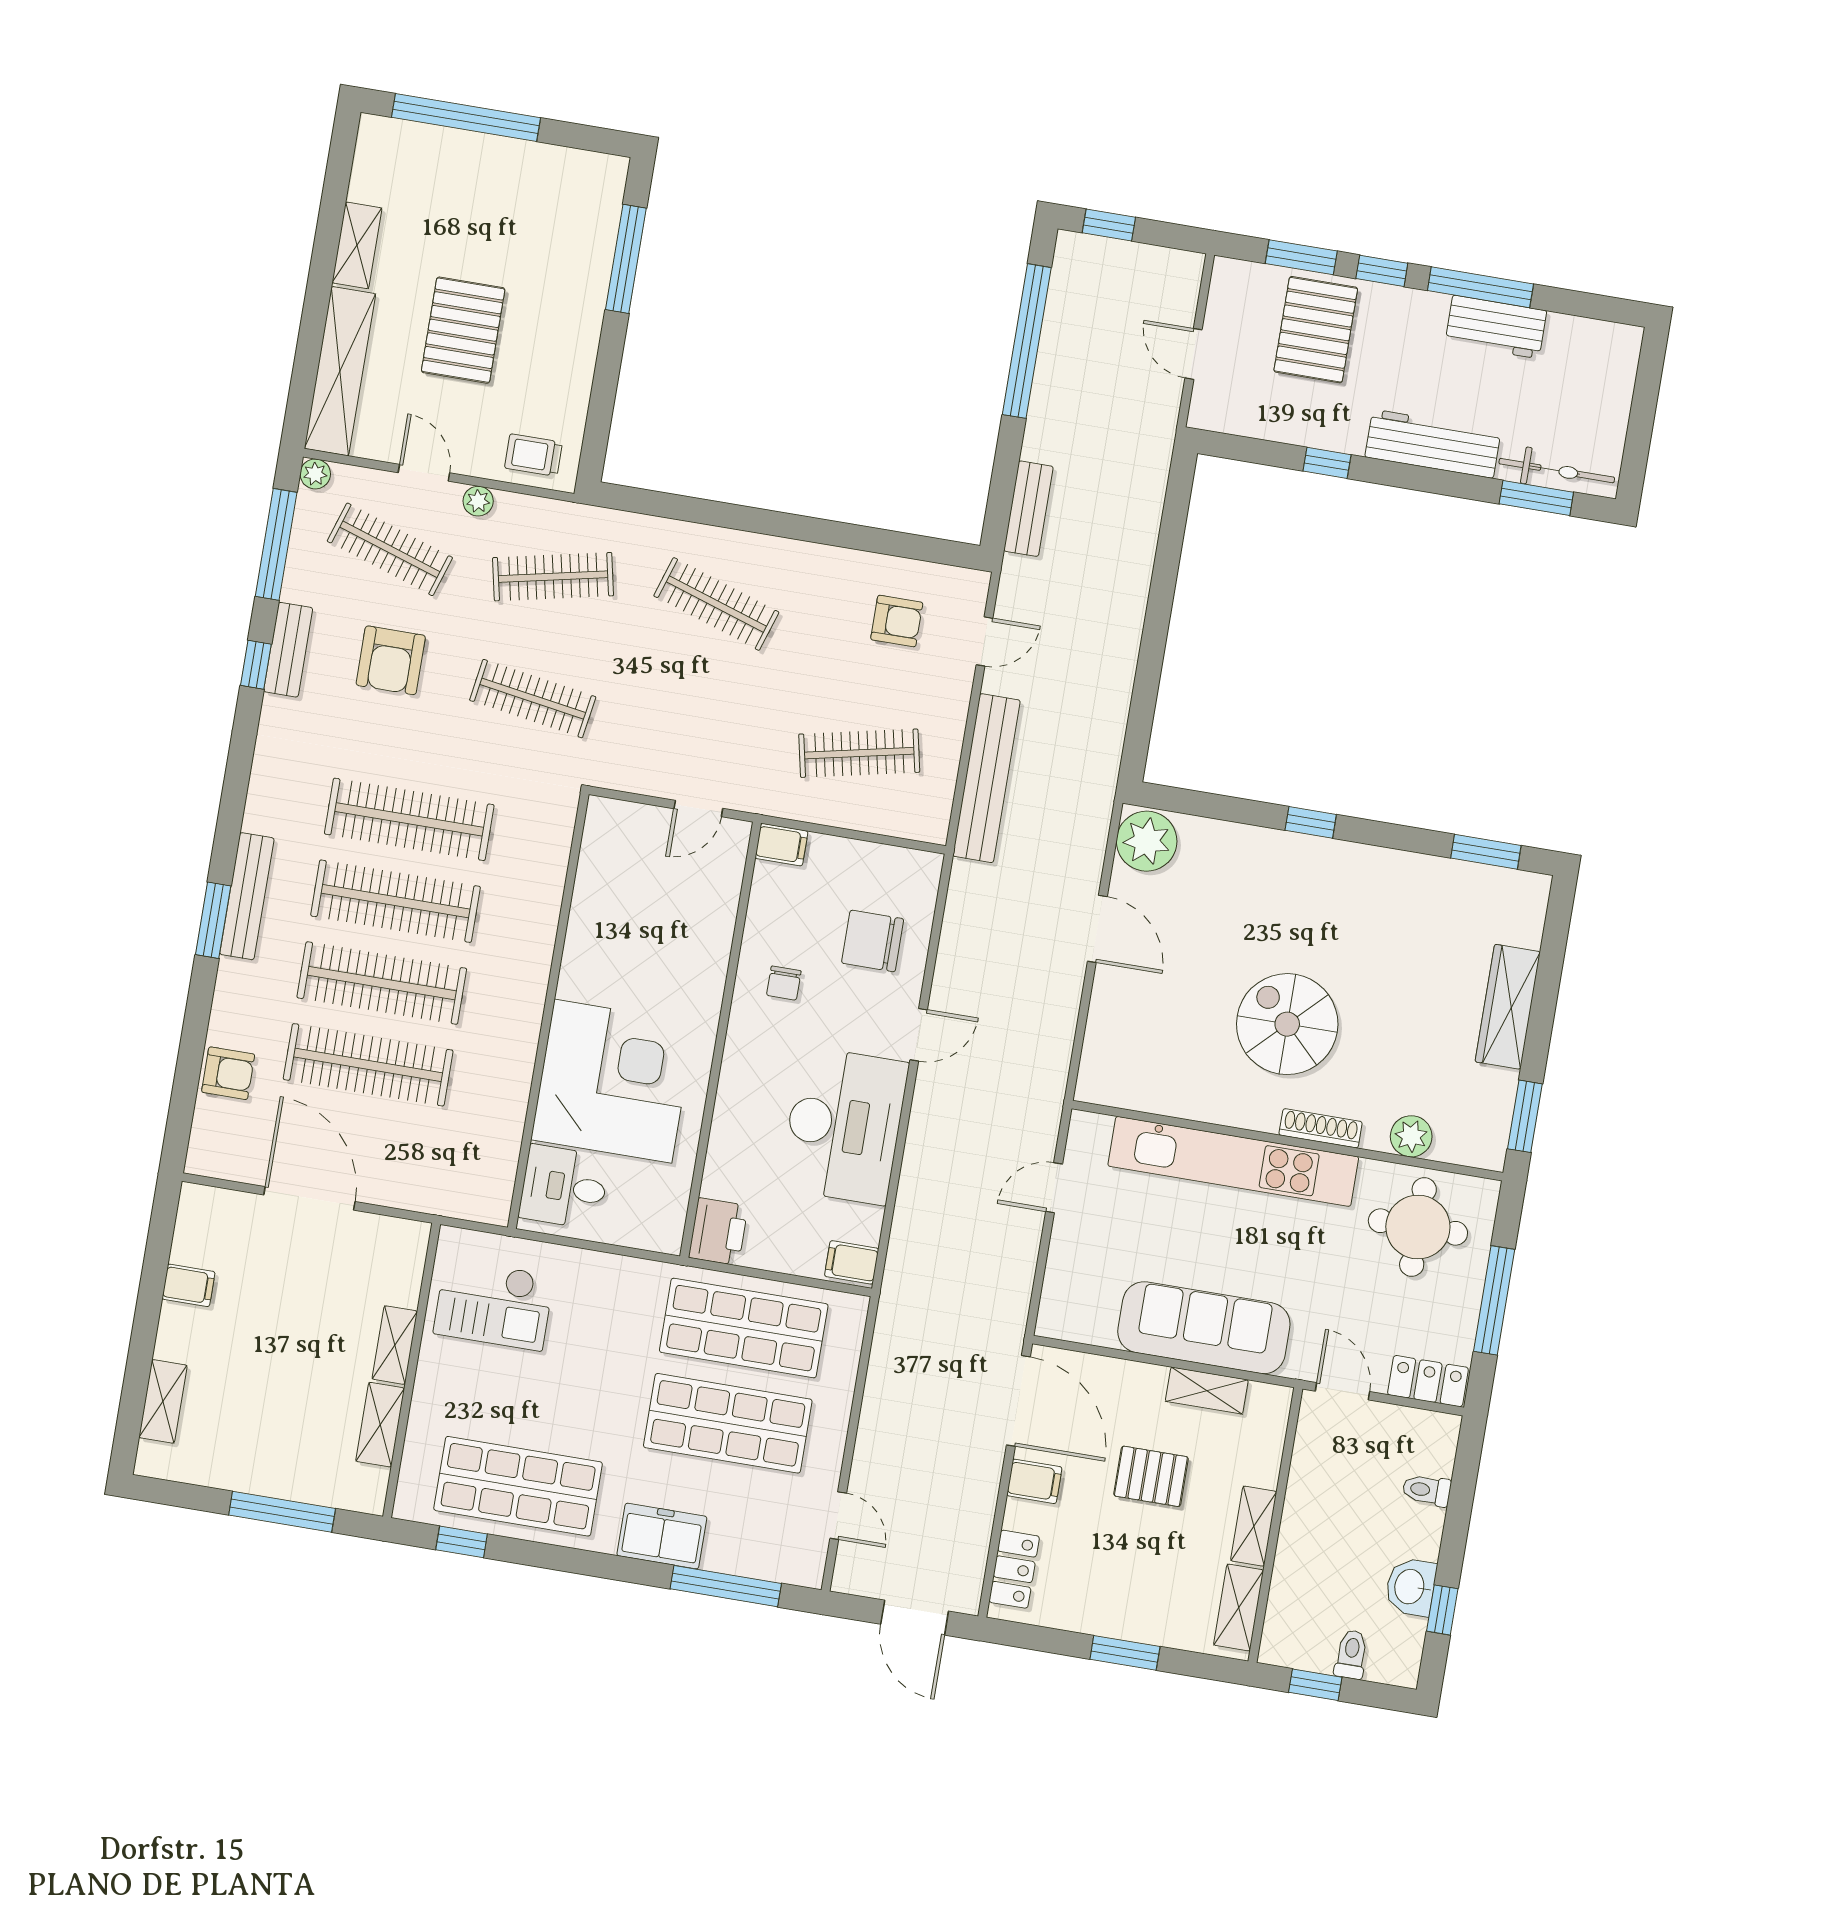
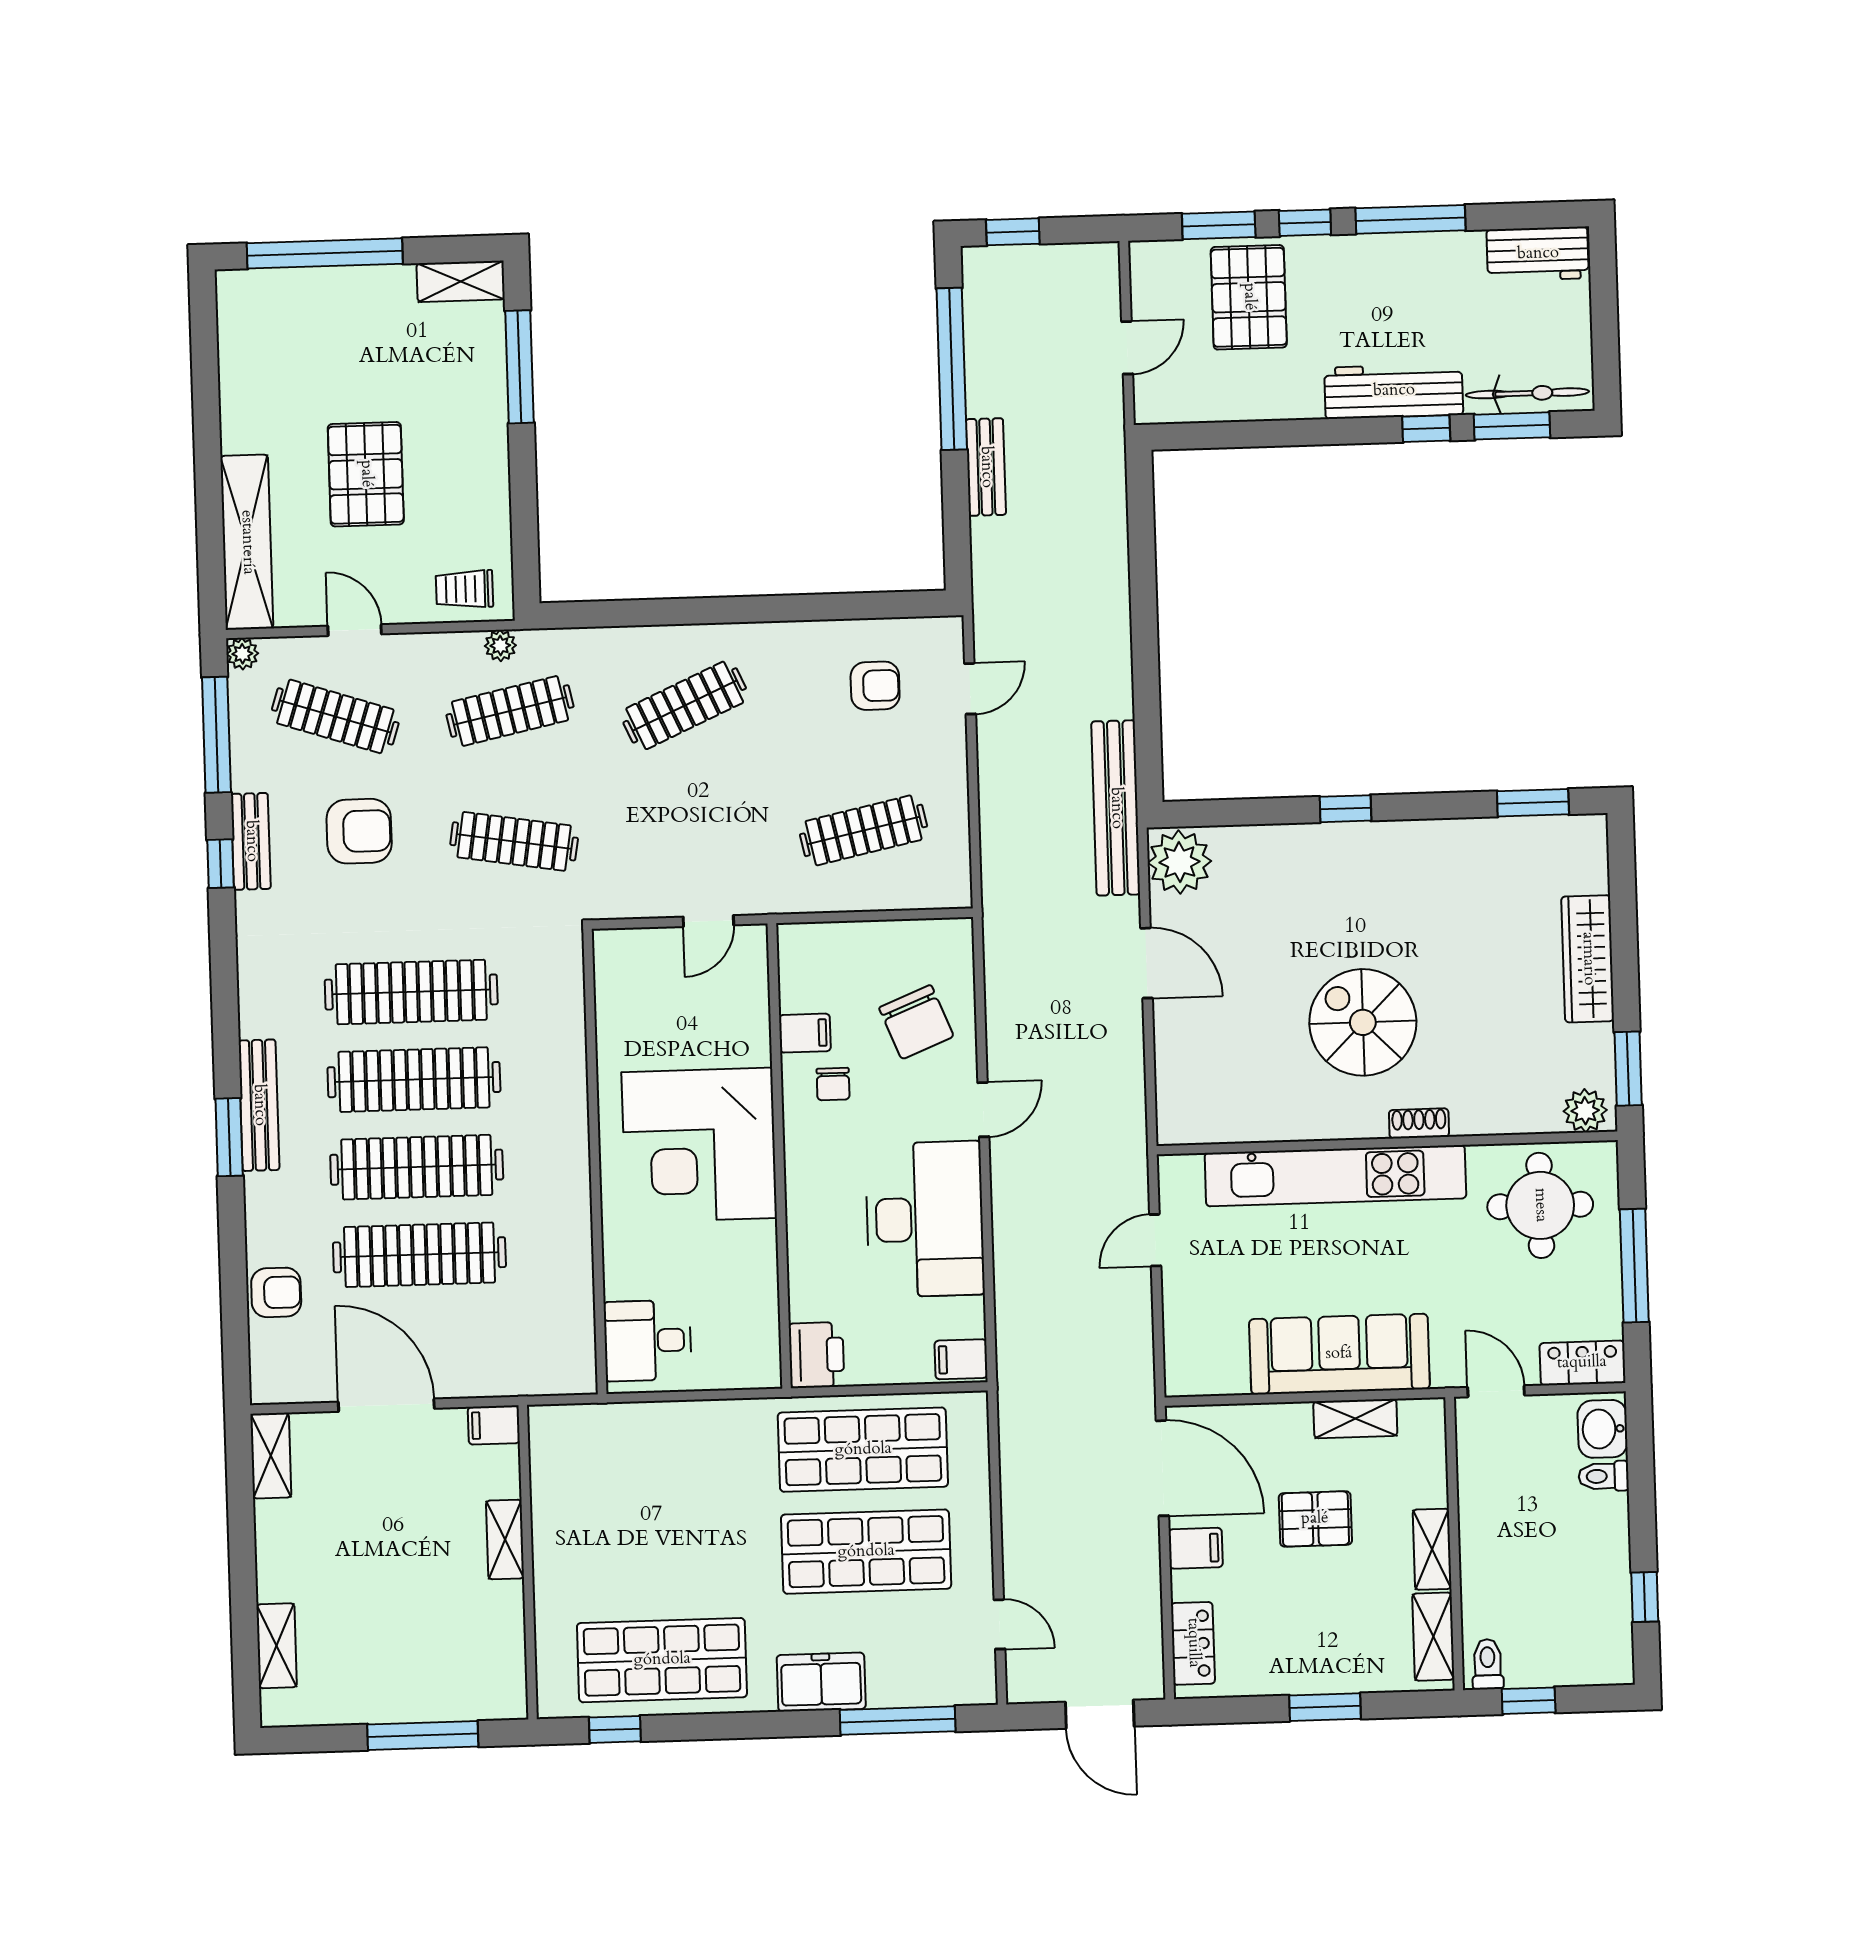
shelving: (357, 245) -> (461, 281), moved, turned 90
workbench: (1496, 327) -> (1538, 254), moved
door: (1194, 354) -> (1127, 348), swing flipped
window: (1327, 463) -> (1426, 429), moved
plant: (478, 501) -> (500, 646), moved
bench: (1028, 509) -> (986, 467), moved
clothes rail: (716, 604) -> (685, 705), turned -42
armchair: (391, 660) -> (359, 831), turned -90
bench: (986, 778) -> (1116, 808), moved
filing cabinet: (781, 845) -> (805, 1033), moved
chair: (873, 941) -> (916, 1022), turned -112
corner desk: (613, 1081) -> (699, 1145), moved, turned 180
shoe rack: (1321, 1128) -> (1419, 1123), width x0.70
plant: (1411, 1136) -> (1585, 1111), moved
filing cabinet: (189, 1285) -> (494, 1425), moved, turned 180
checkout: (494, 1304) -> (599, 1477), removed
shelving: (380, 1425) -> (271, 1456), moved
washbasin: (1411, 1587) -> (1602, 1429), moved
toilet: (1351, 1654) -> (1488, 1664), moved

